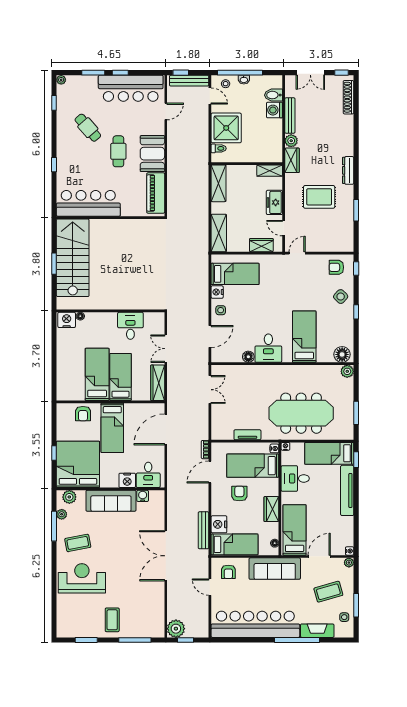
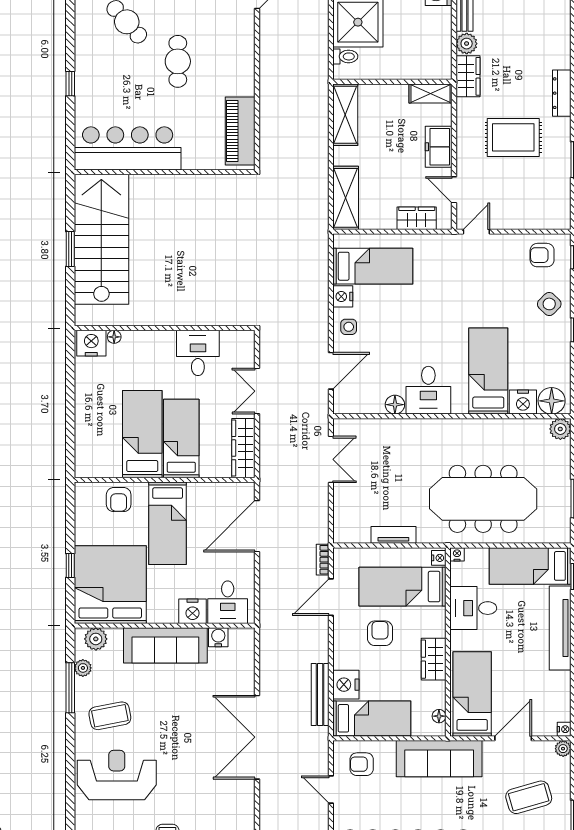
booth: (152, 154) -> (235, 65), removed
nightstand: (325, 355) -> (523, 402), added
armchair: (228, 572) -> (362, 764), turned 90

